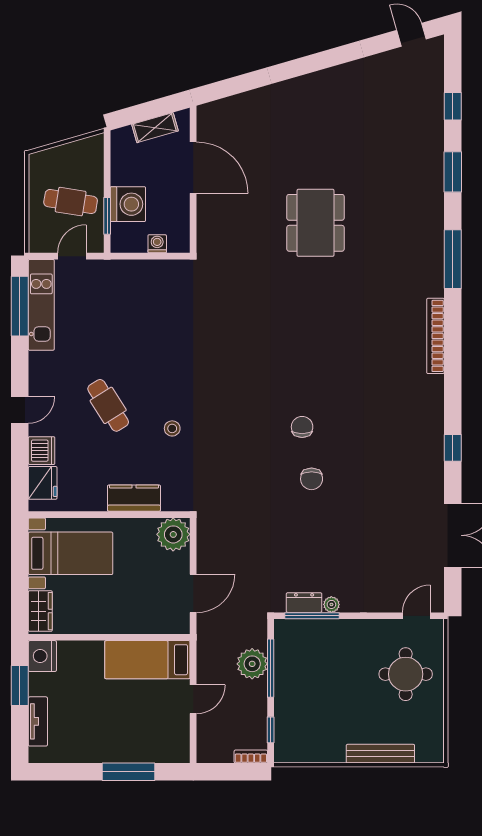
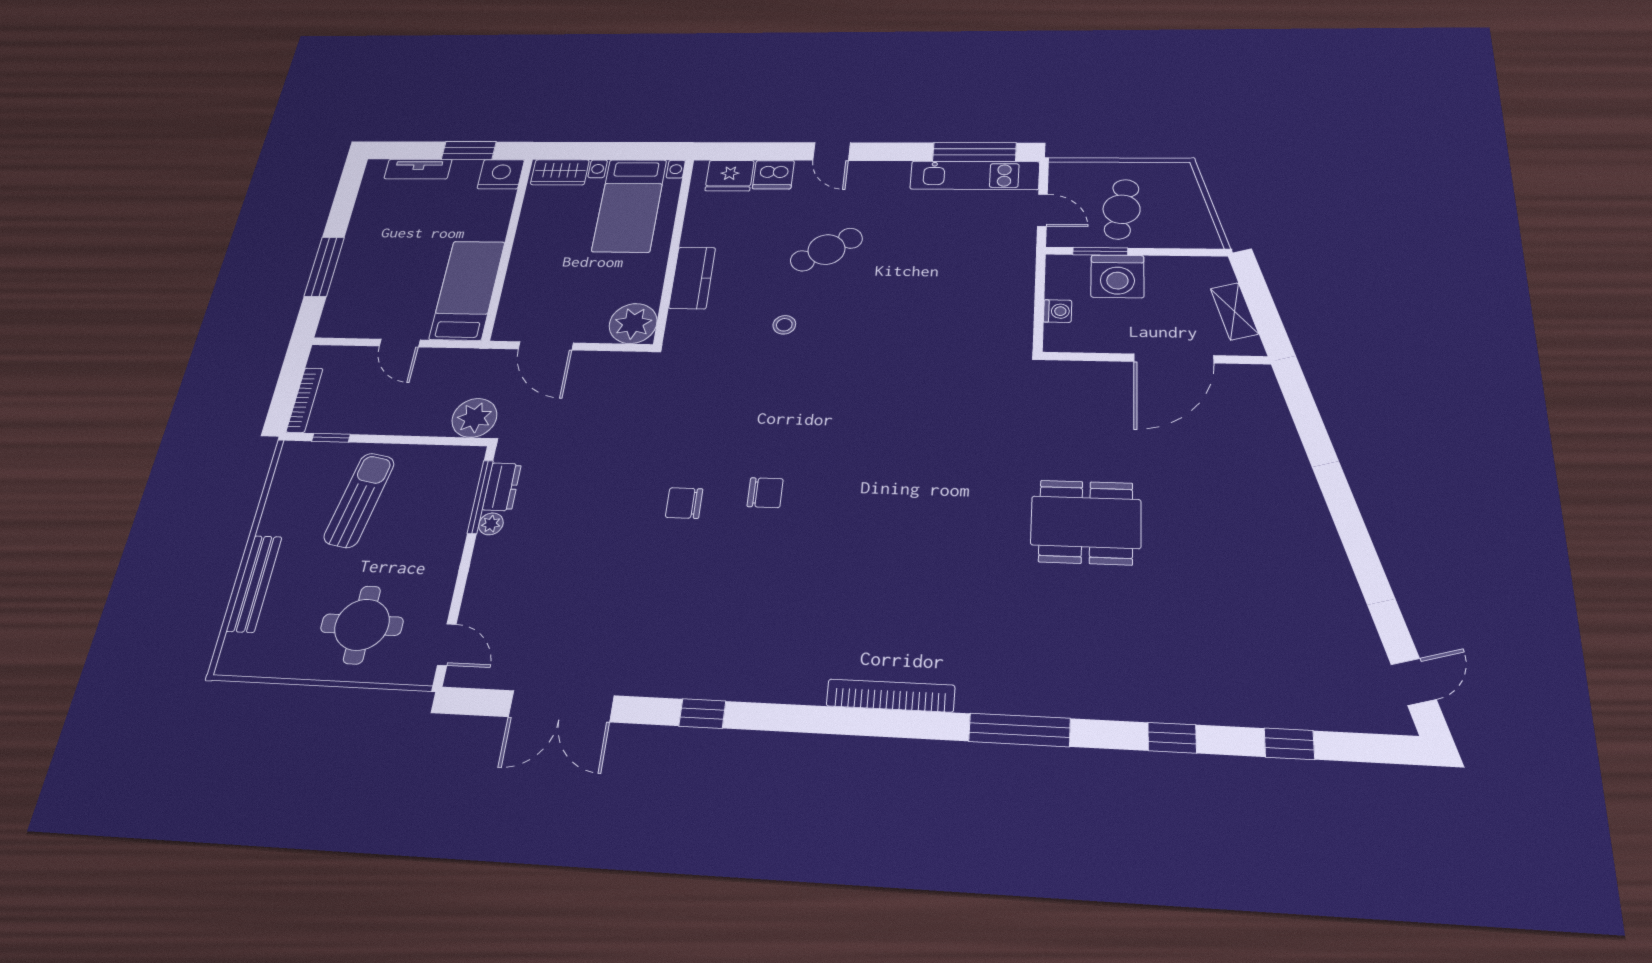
window: (453, 172) -> (1172, 738), width x0.67
plant: (252, 664) -> (474, 418), moved
window: (271, 668) -> (418, 440), removed
sun lounger: (317, 698) -> (359, 500), added
bookcase: (251, 757) -> (305, 400), width x1.56

